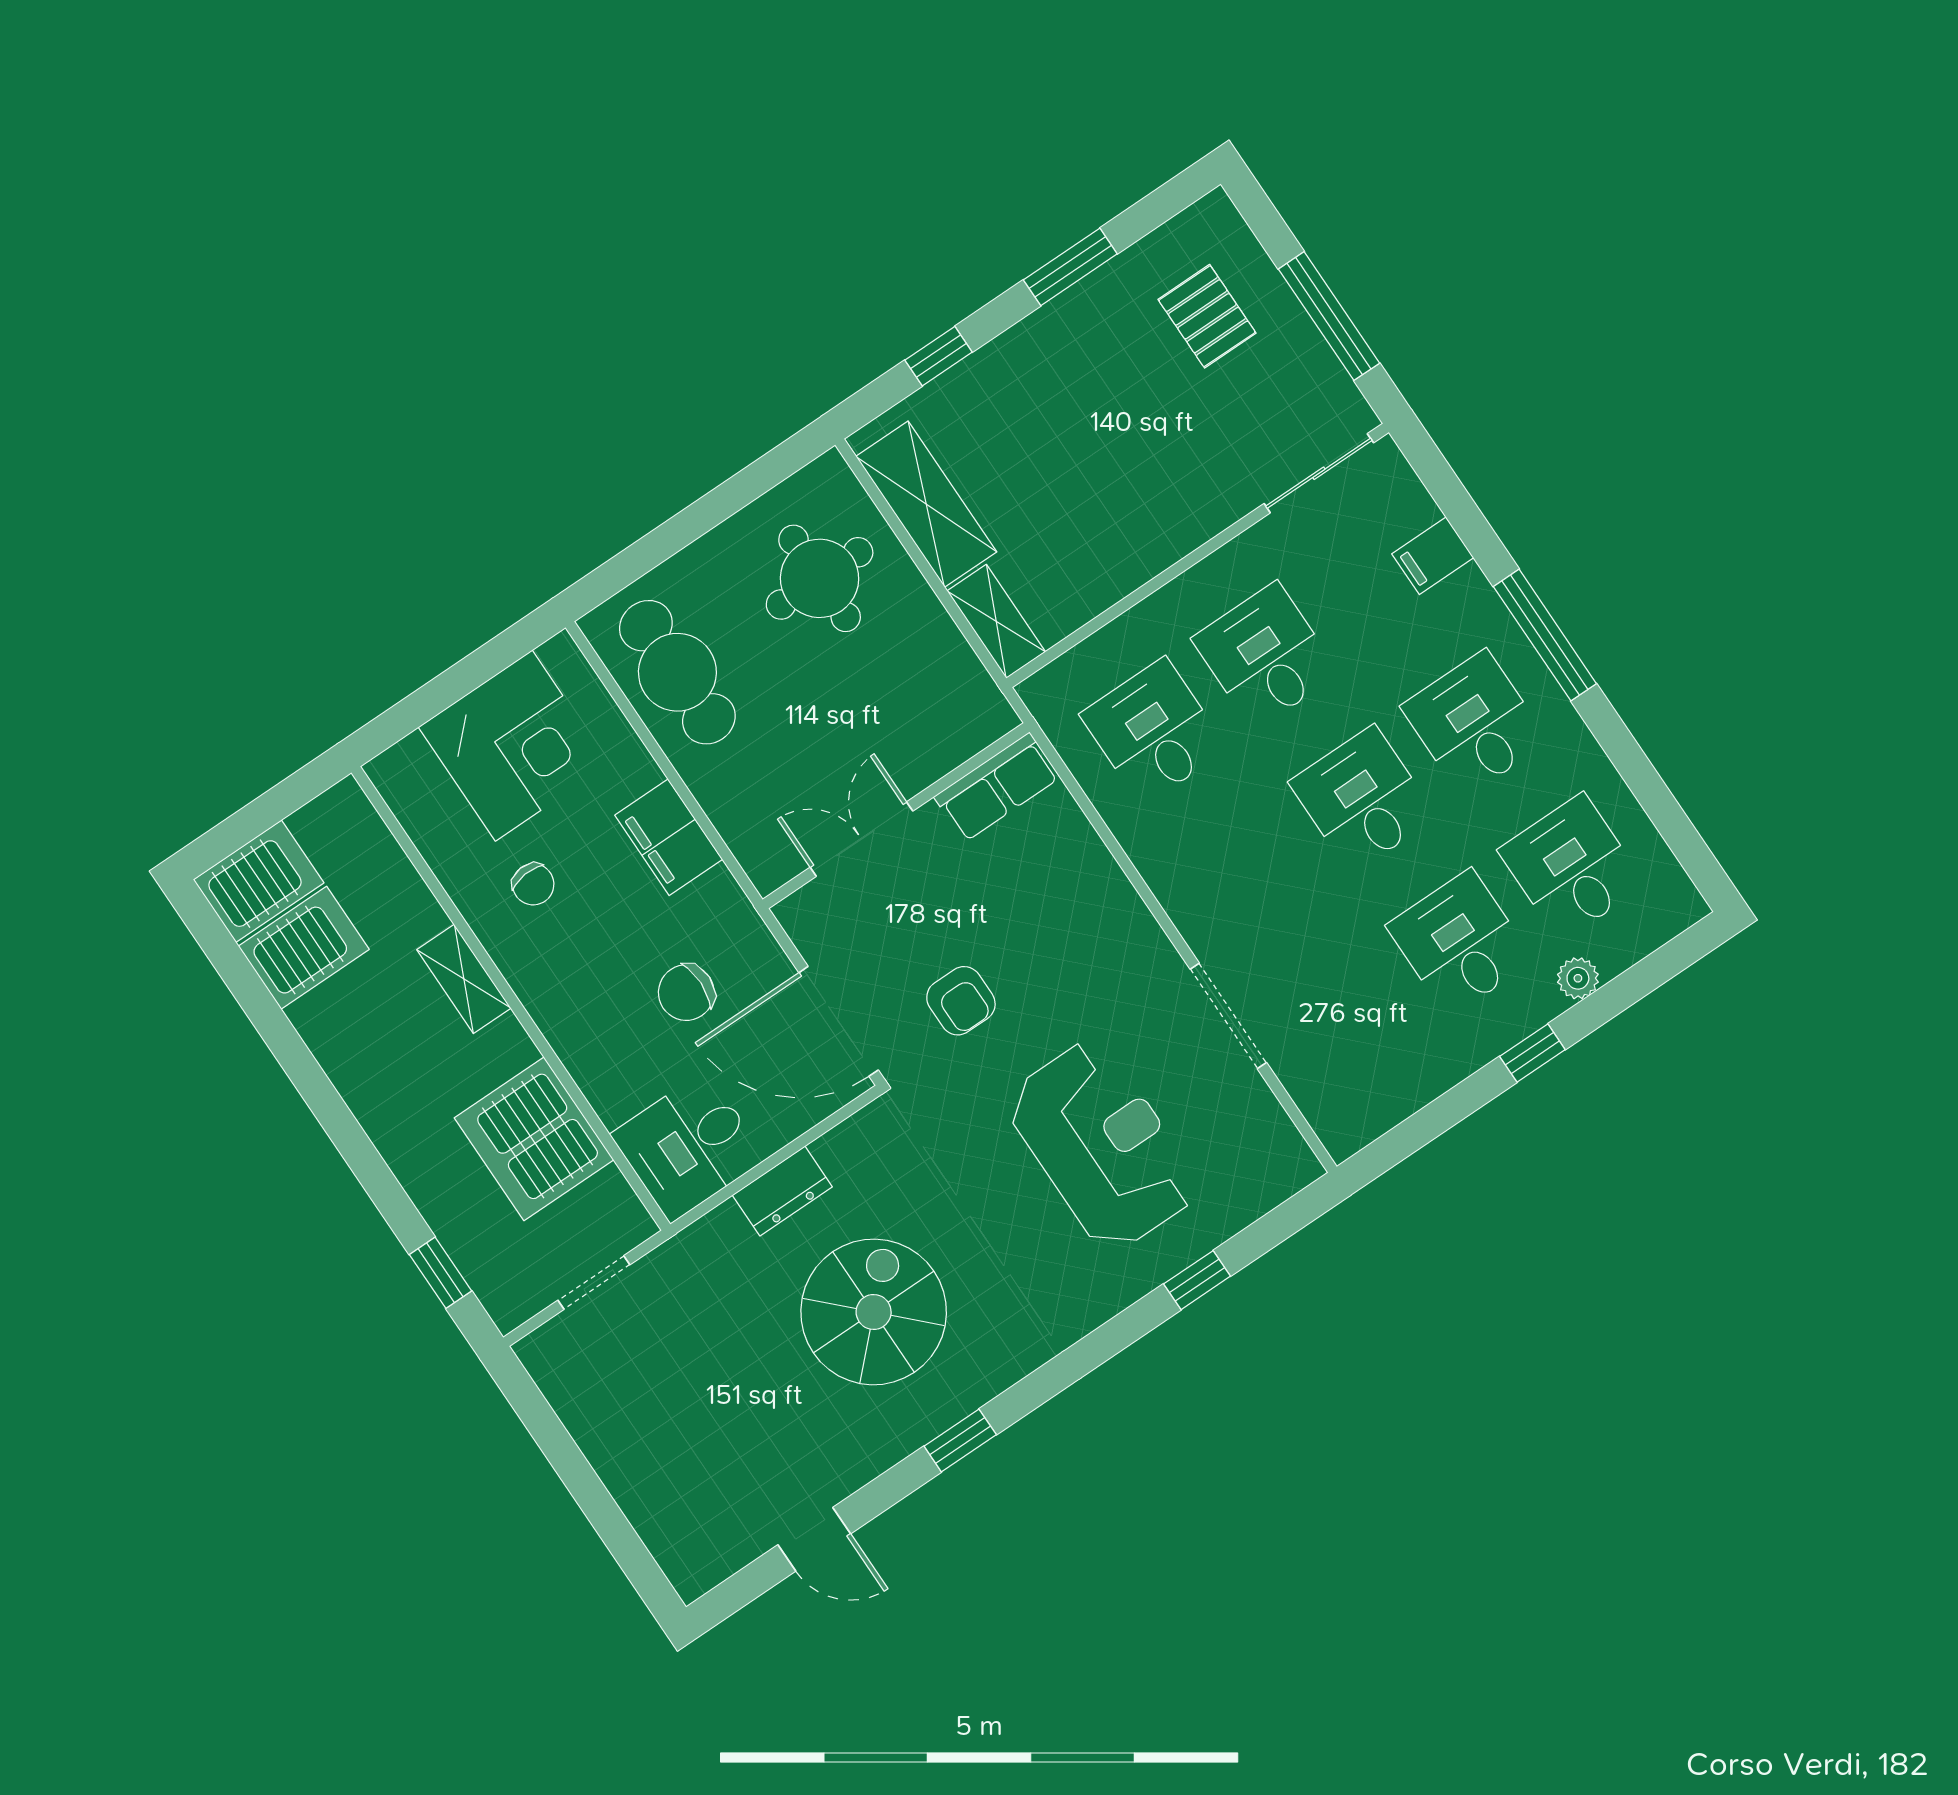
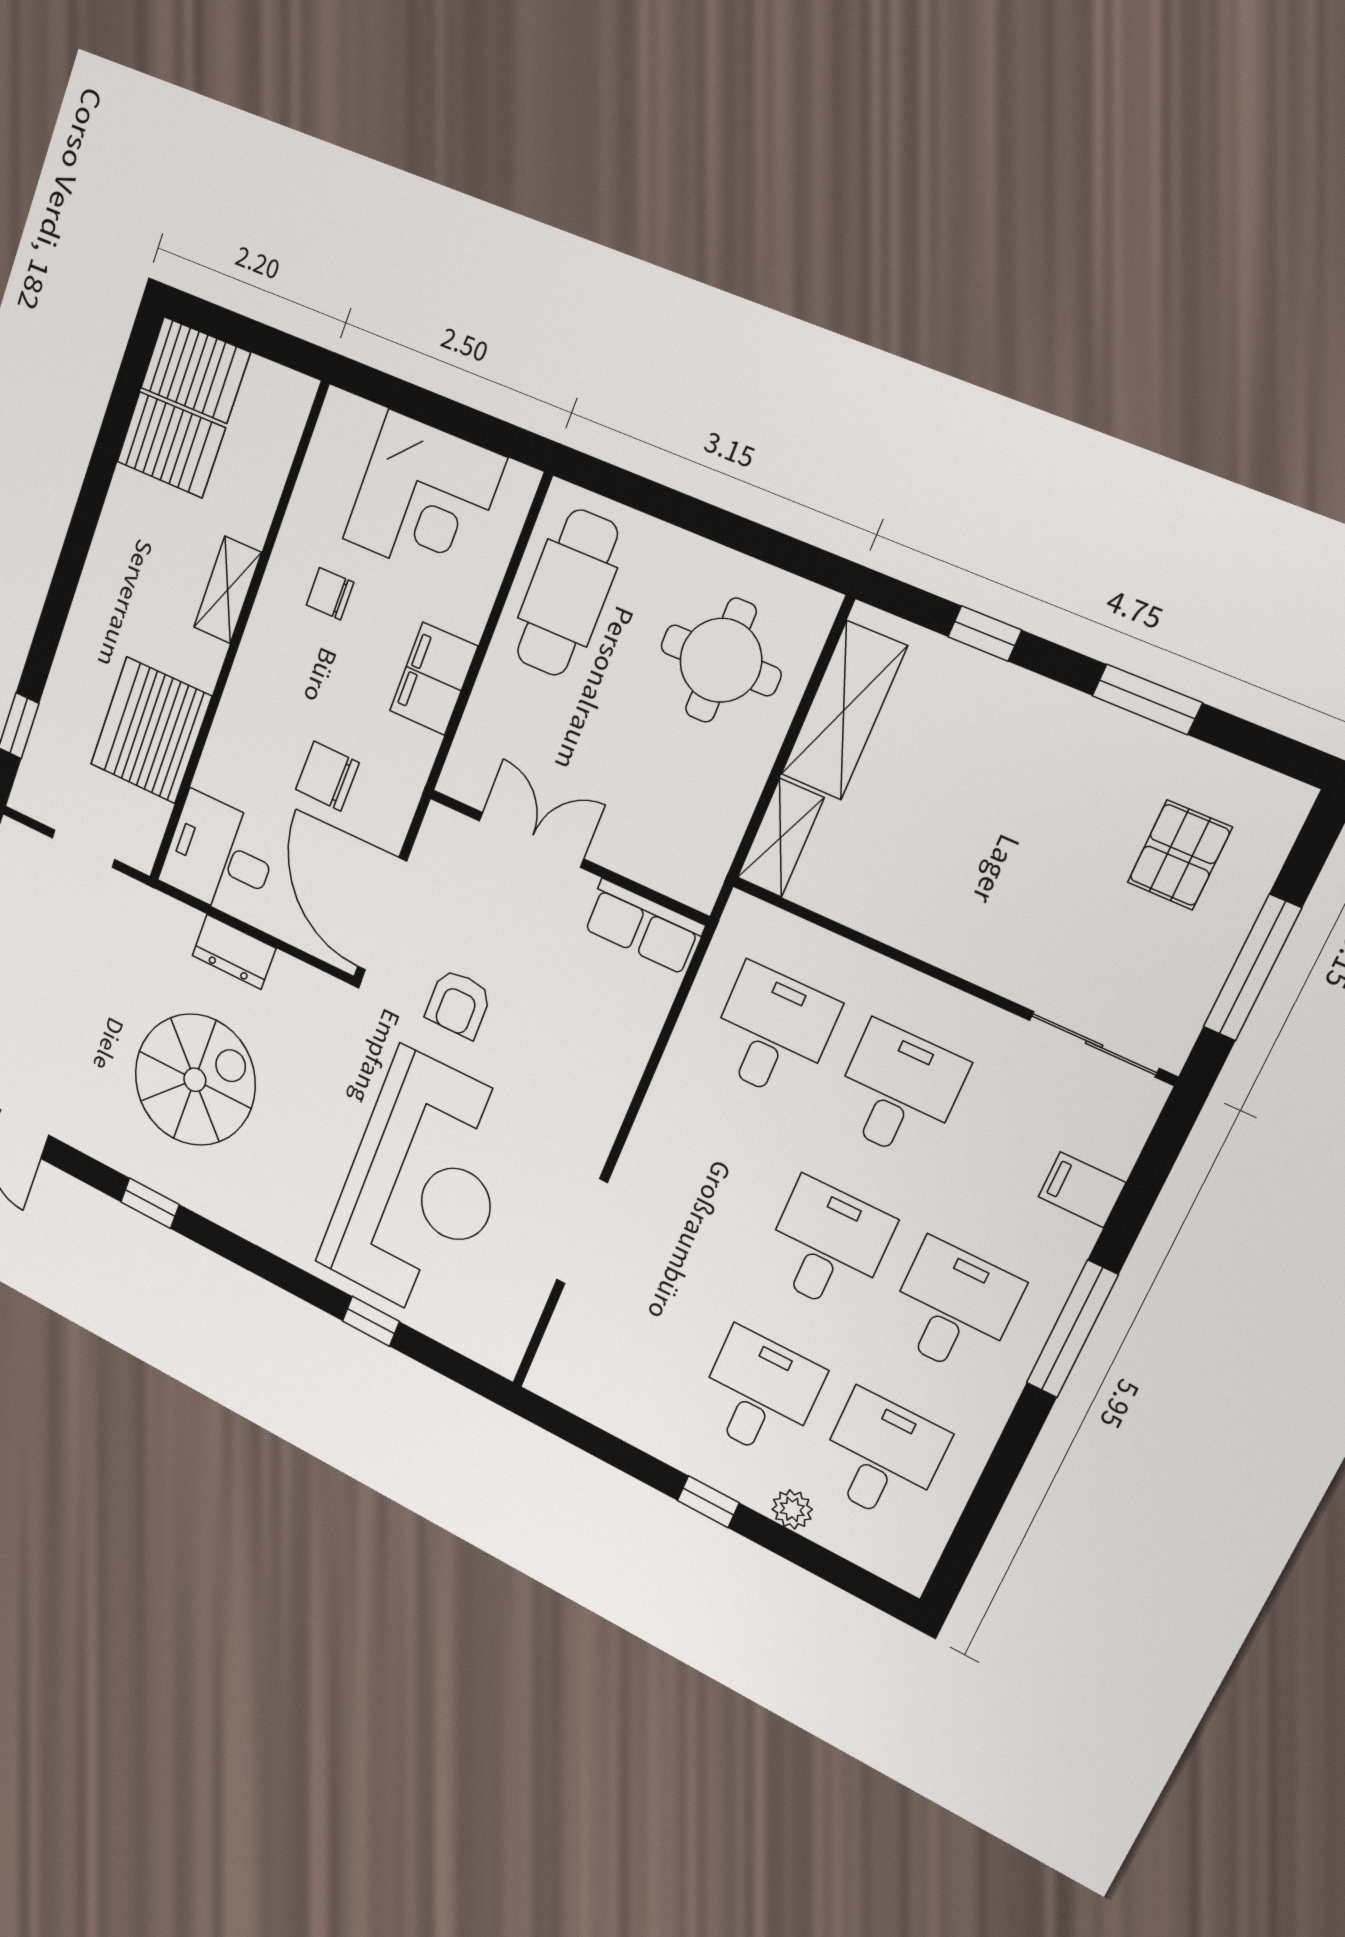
chair: (533, 884) -> (330, 594), turned 95
reception desk: (1102, 1145) -> (422, 1186), width x1.36, depth x1.30

